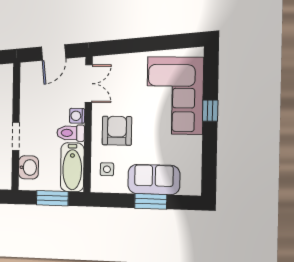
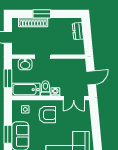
door: (54, 53) -> (91, 78), swing flipped

